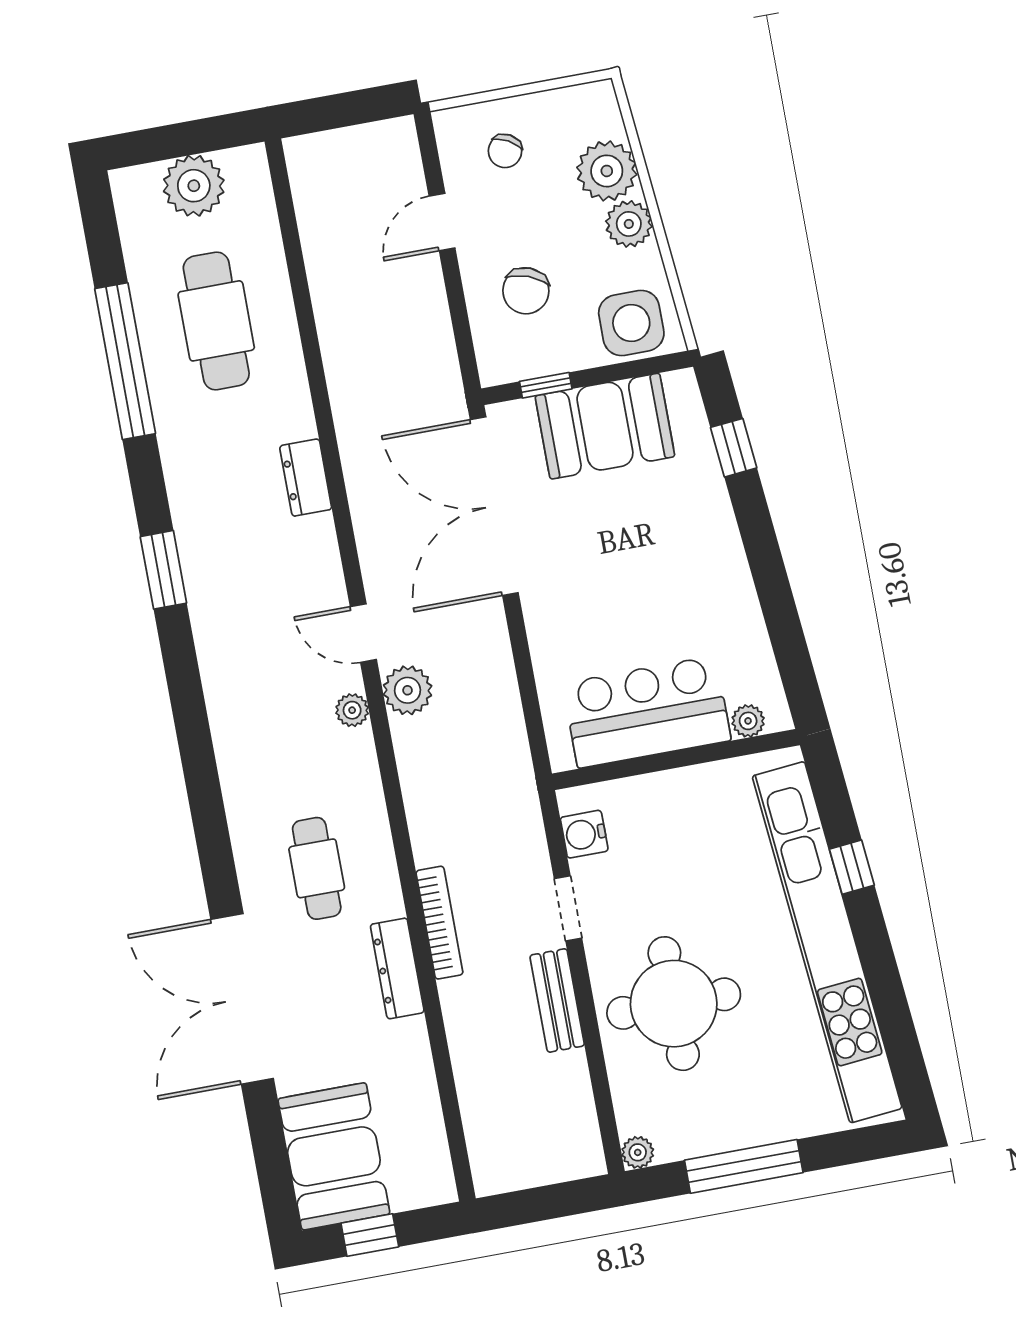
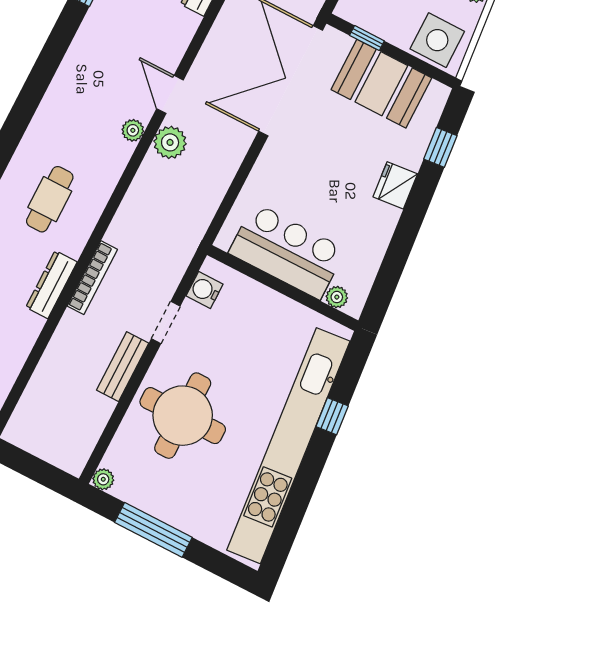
fridge: (715, 534) -> (395, 185), added

